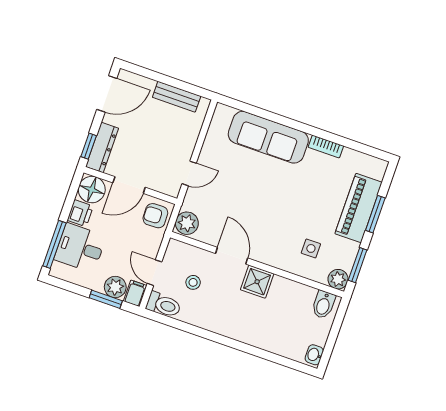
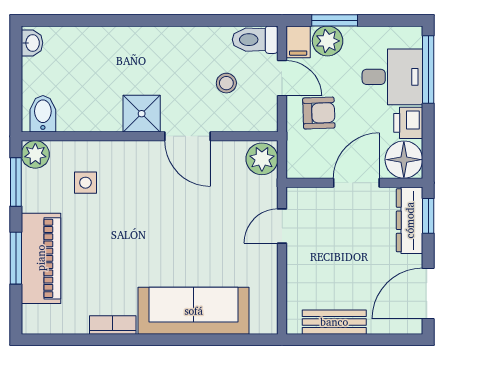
armchair: (155, 216) -> (319, 113), moved

